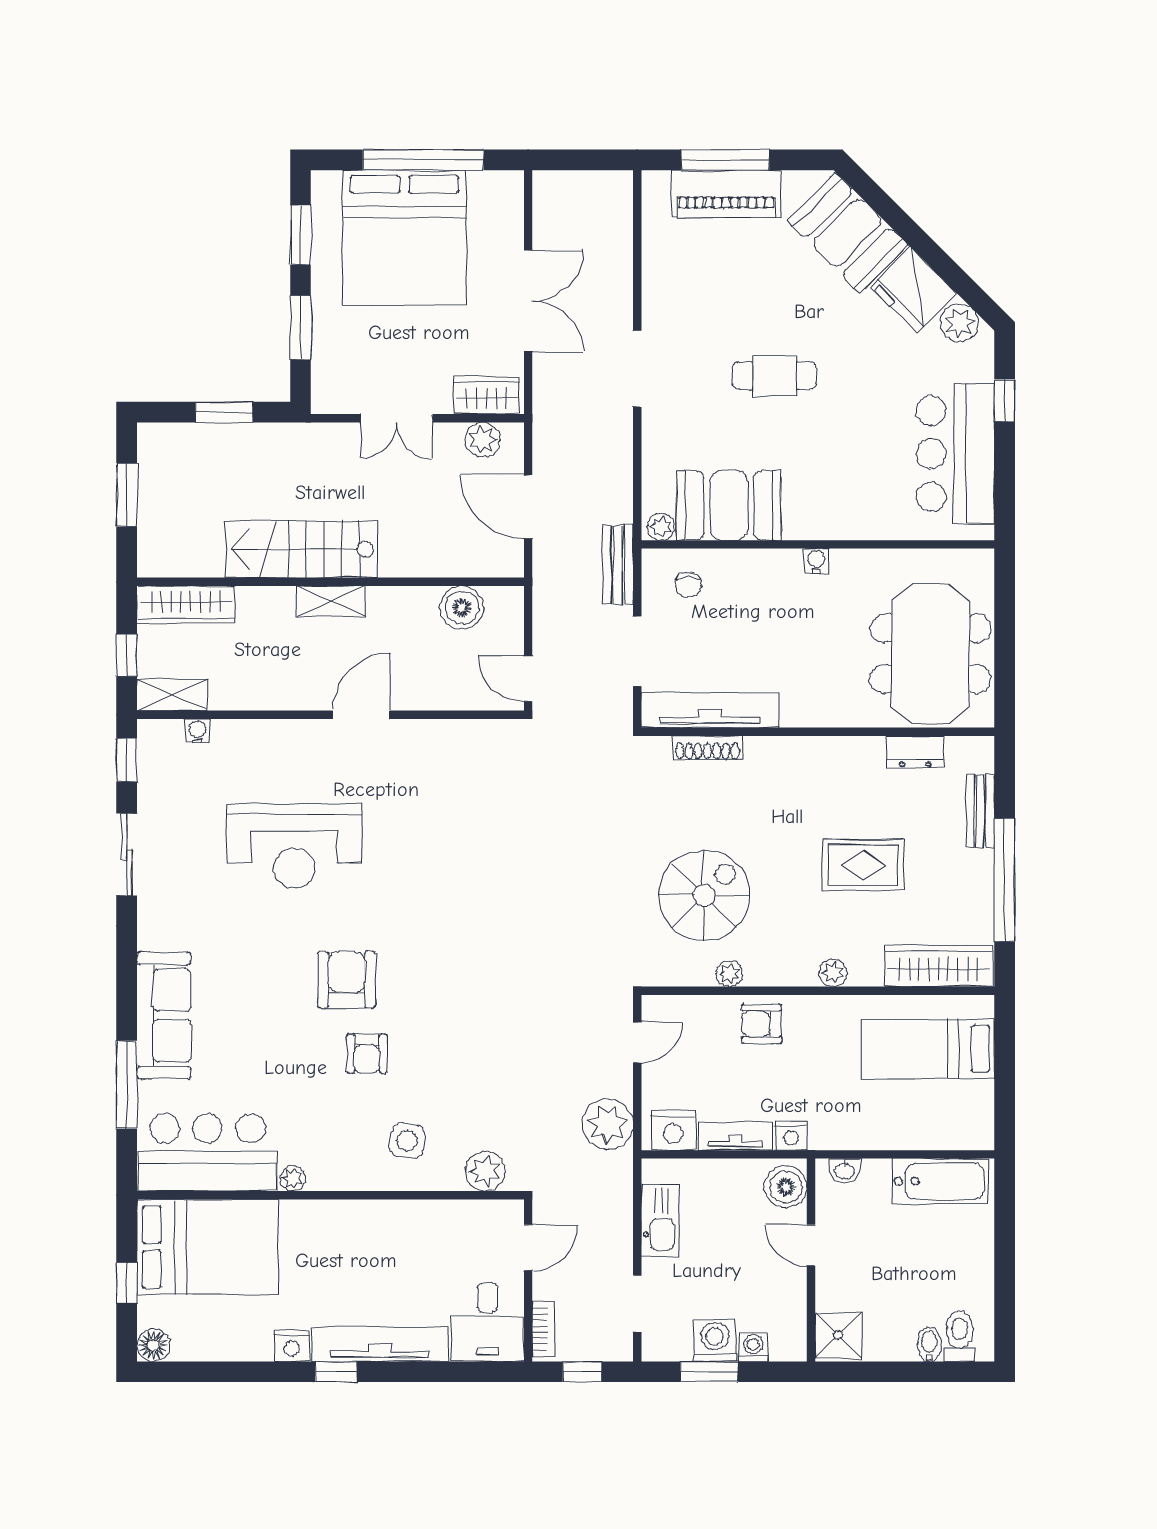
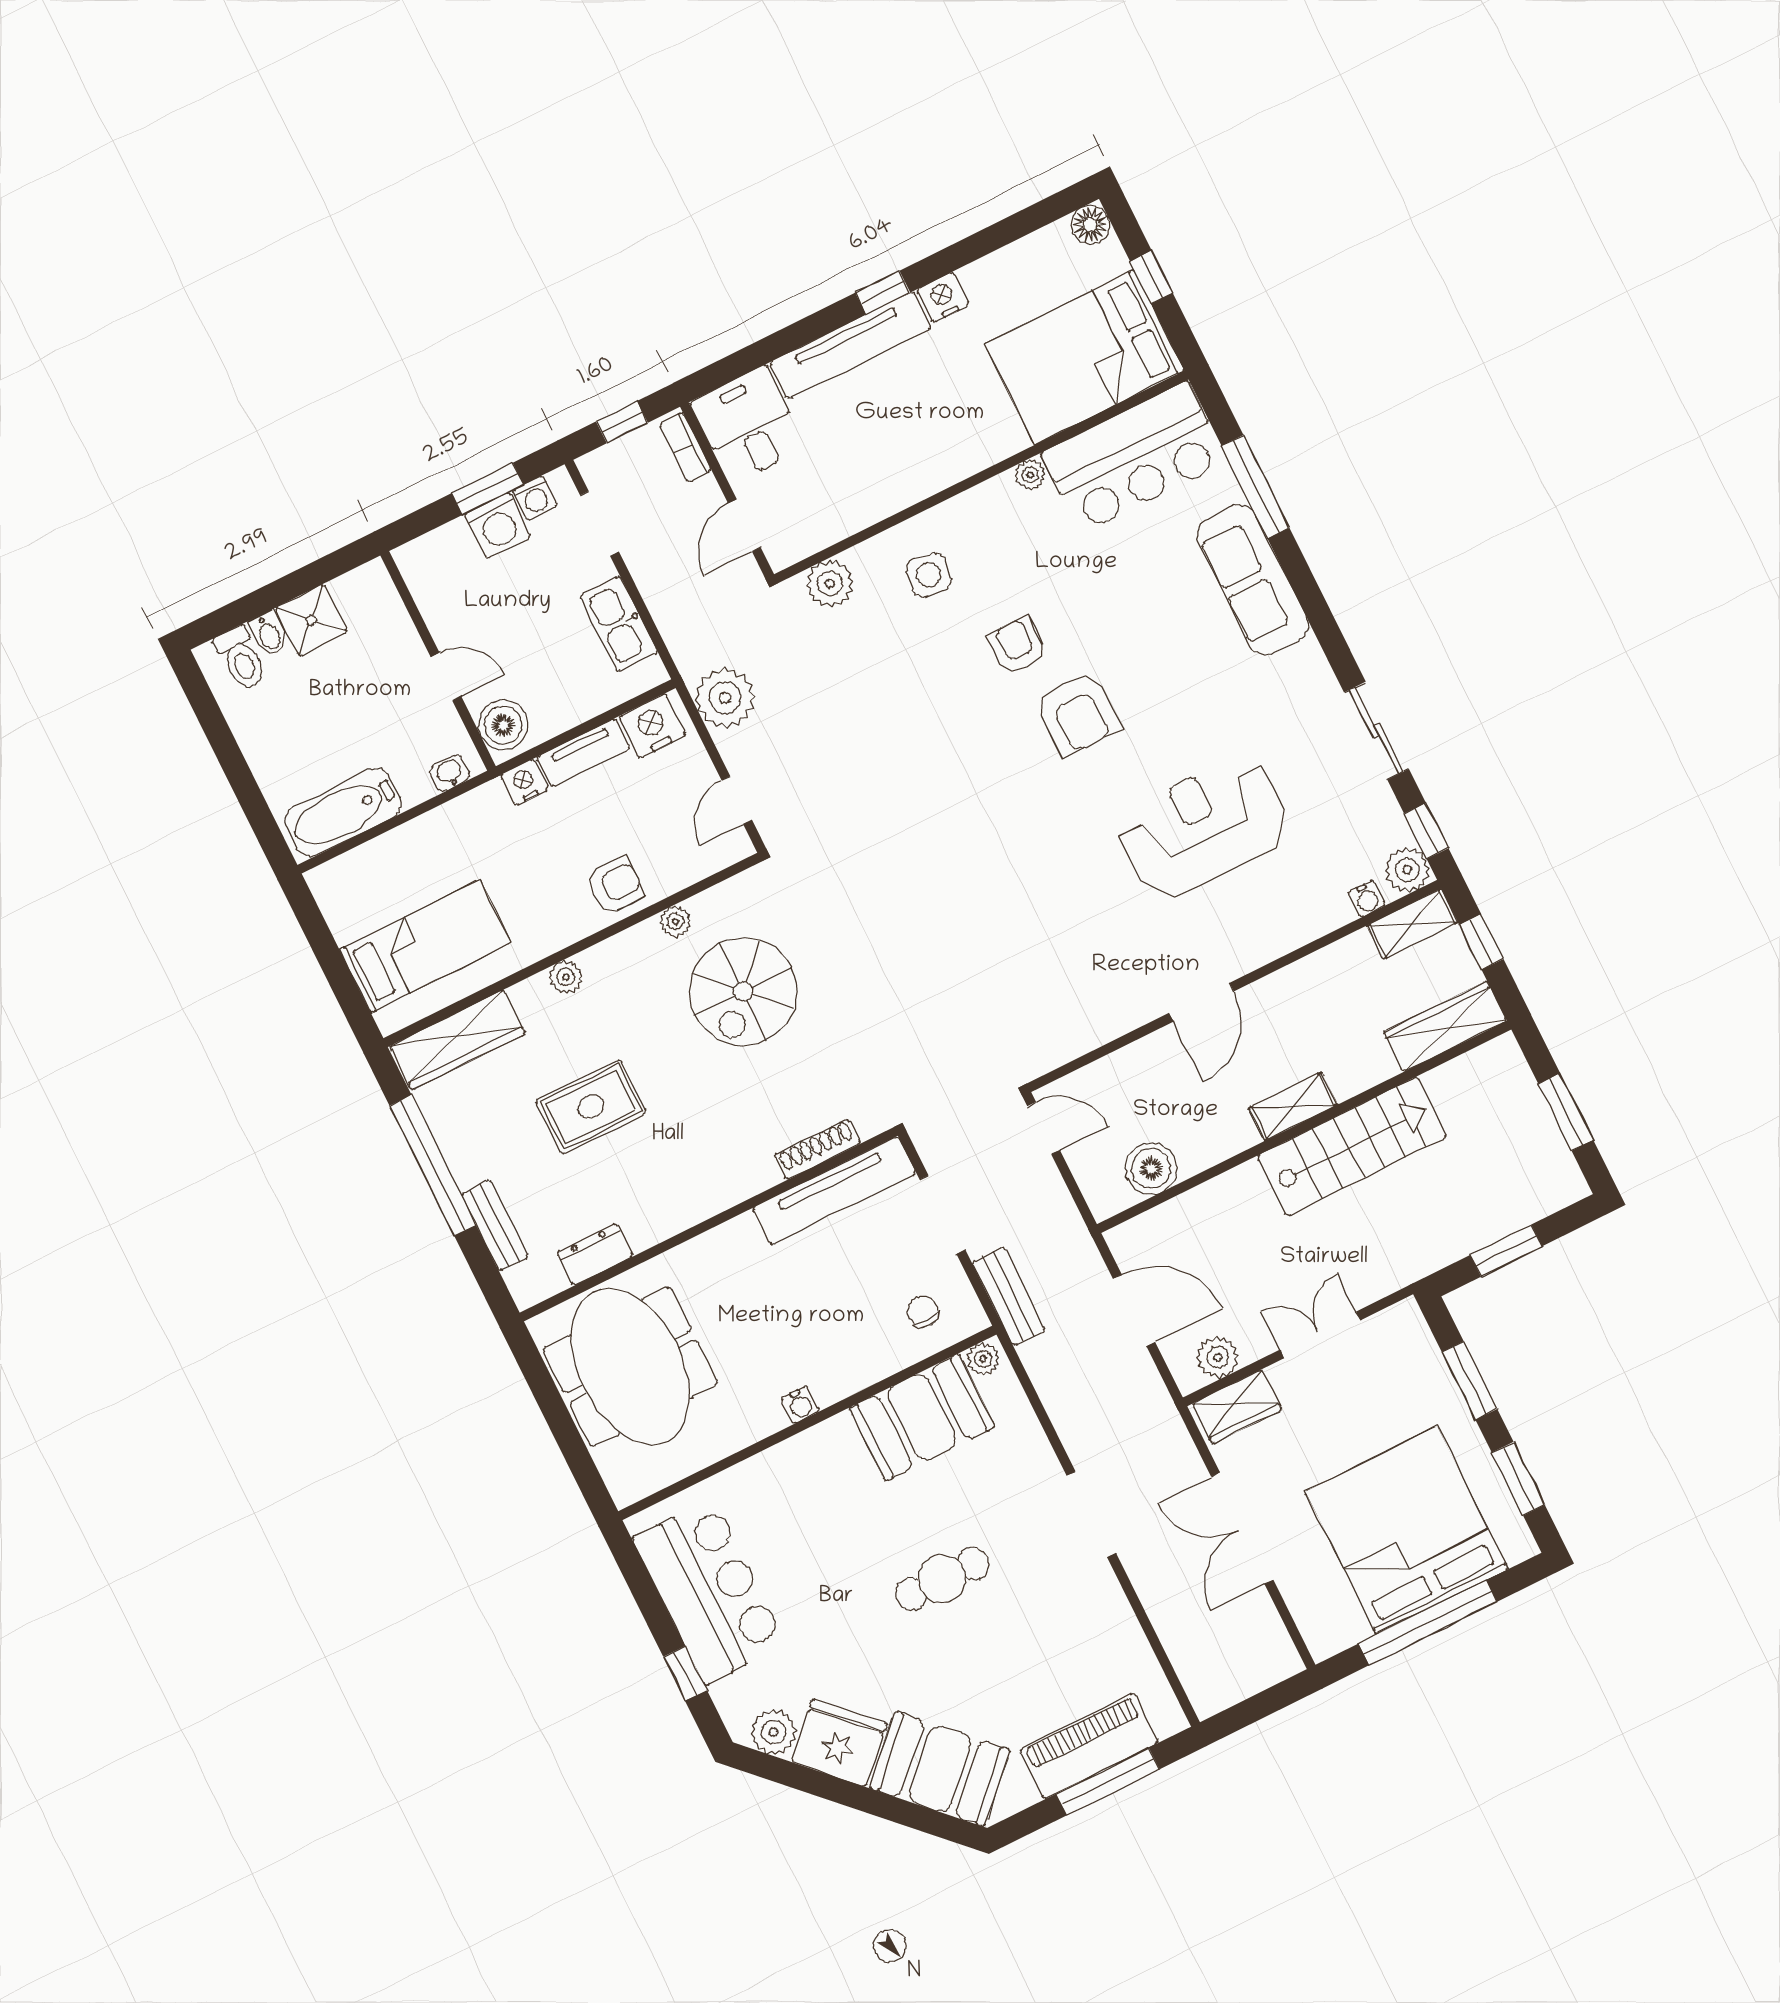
plant: (156, 738) -> (1407, 870), added
shower: (838, 1335) -> (311, 620), moved
washing machine: (753, 1347) -> (535, 498), moved

